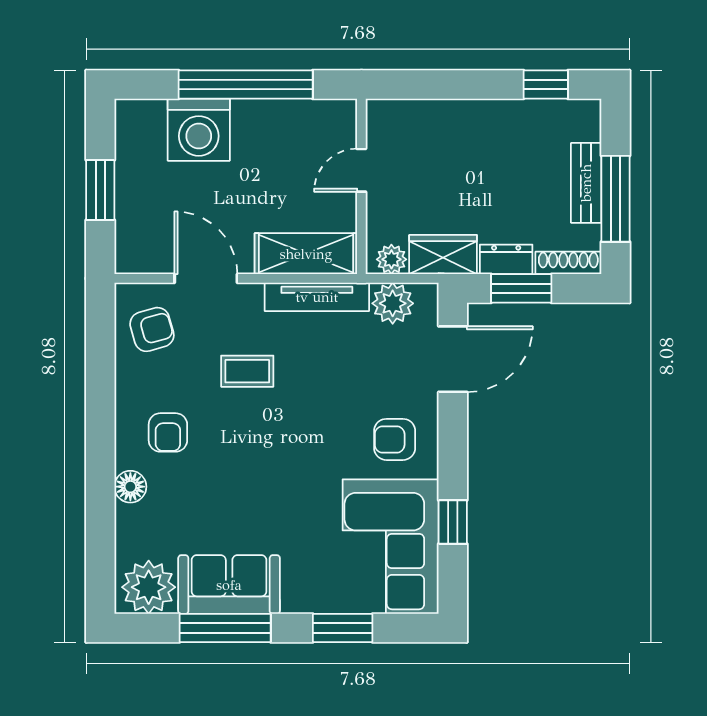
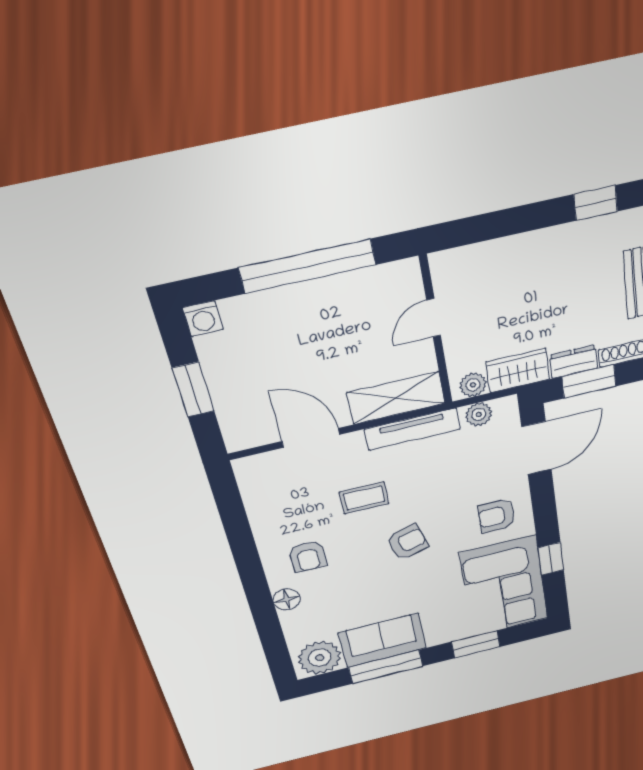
washing machine: (199, 130) -> (203, 319), moved, width x0.53, depth x0.53
plant: (393, 303) -> (479, 414), width x0.73, depth x0.73
armchair: (152, 329) -> (407, 542), moved

